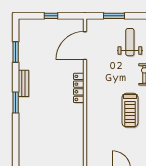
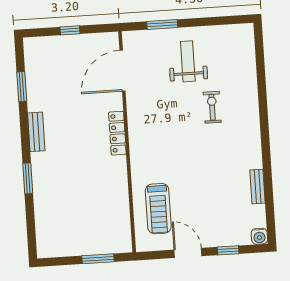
window: (16, 103) -> (28, 178), moved
treadmill: (130, 110) -> (158, 209), moved

